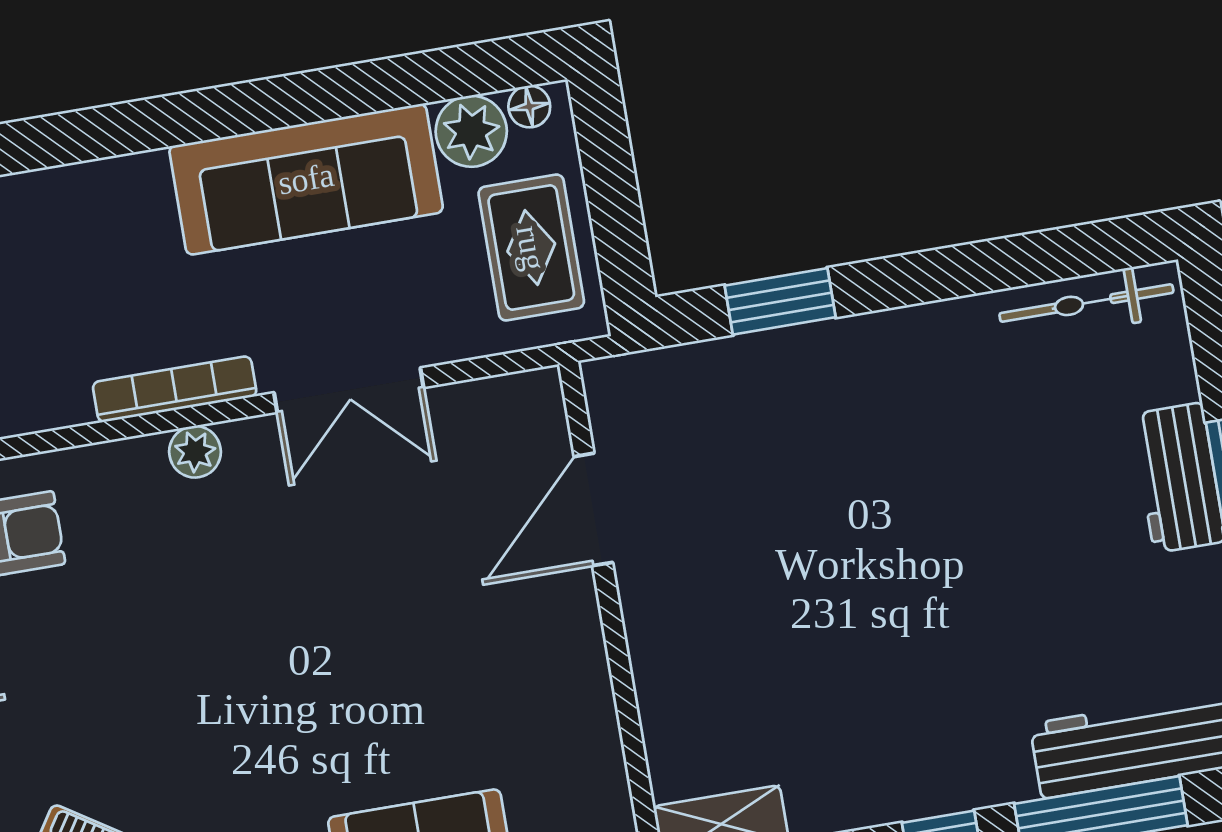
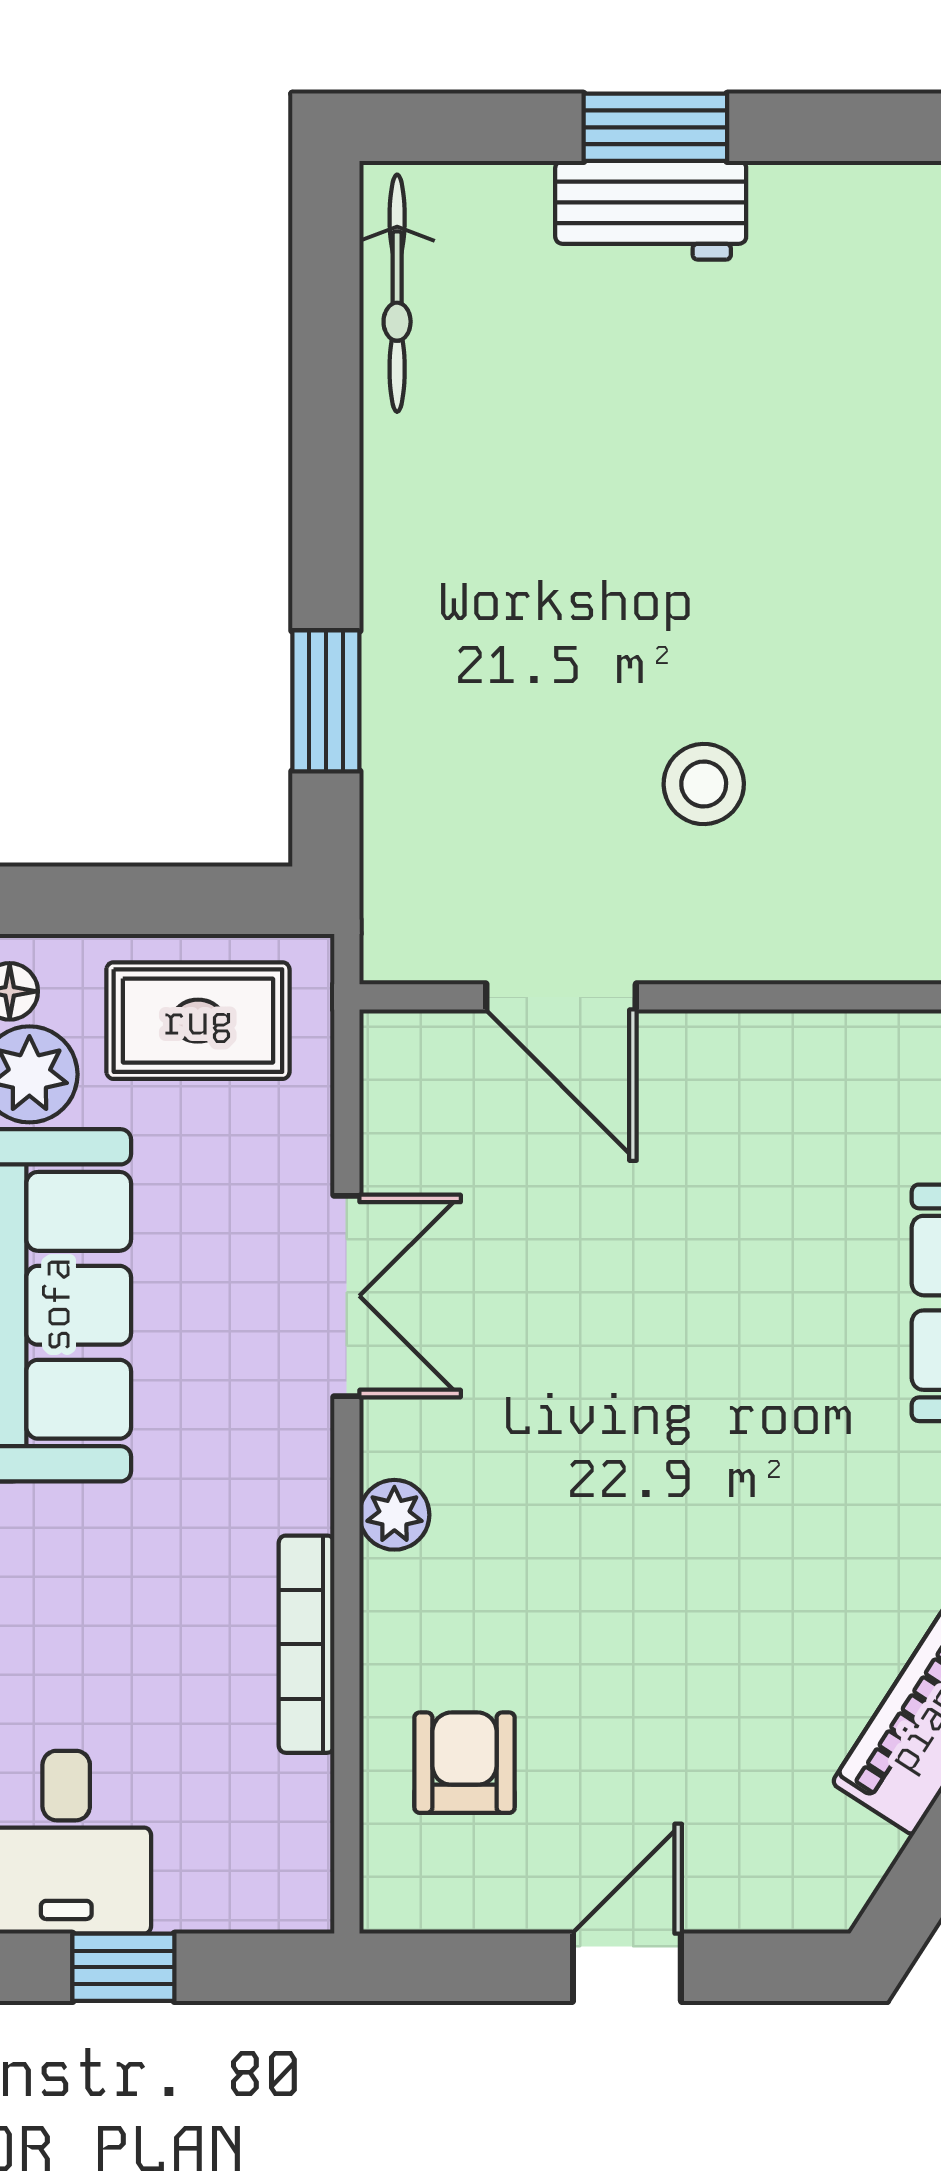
bookcase: (175, 389) -> (306, 1644), moved
stool: (766, 587) -> (704, 784), added

